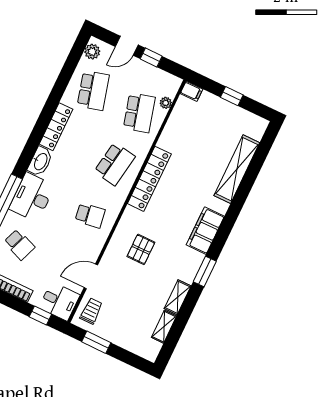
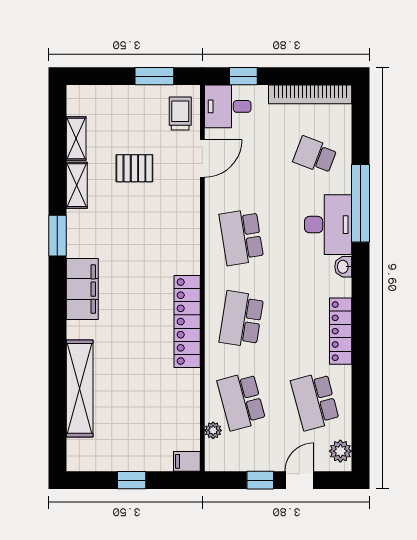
washbasin: (40, 161) -> (343, 267), width x0.52, depth x0.69
school desk: (90, 215) -> (241, 237), width x1.85
pallet: (141, 249) -> (134, 168), moved, turned 90
trolley: (91, 311) -> (180, 114), turned 180

